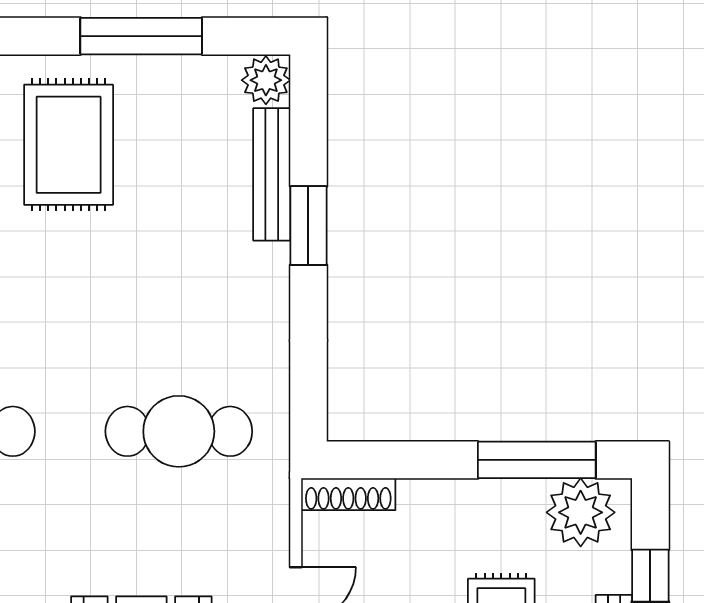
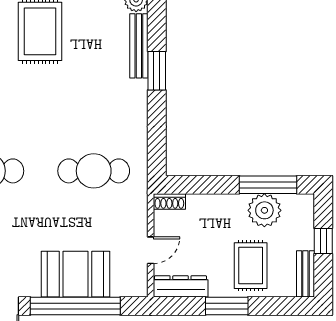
shoe rack: (348, 494) -> (169, 201), width x0.70
plant: (581, 512) -> (264, 210), moved

